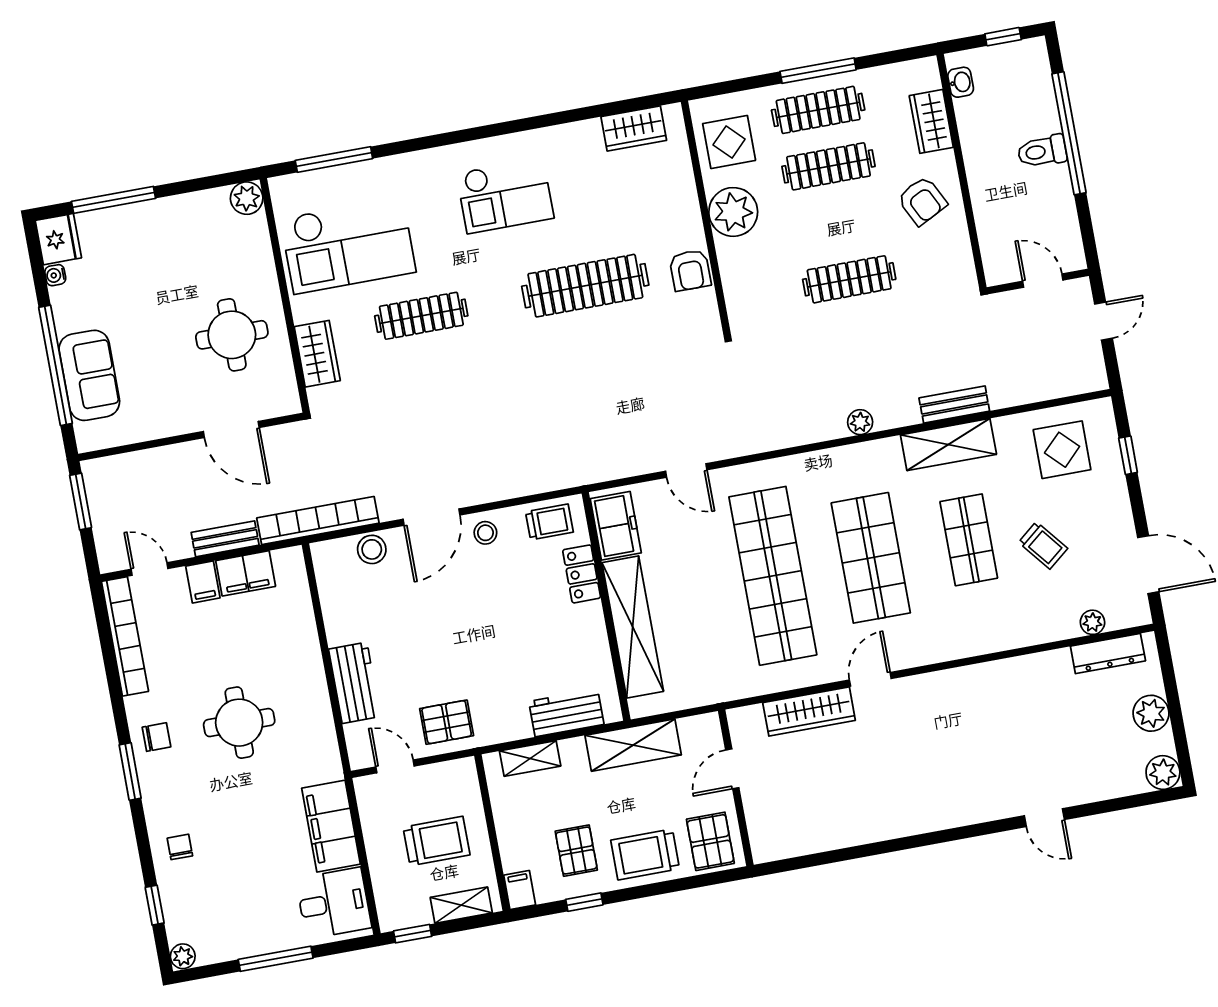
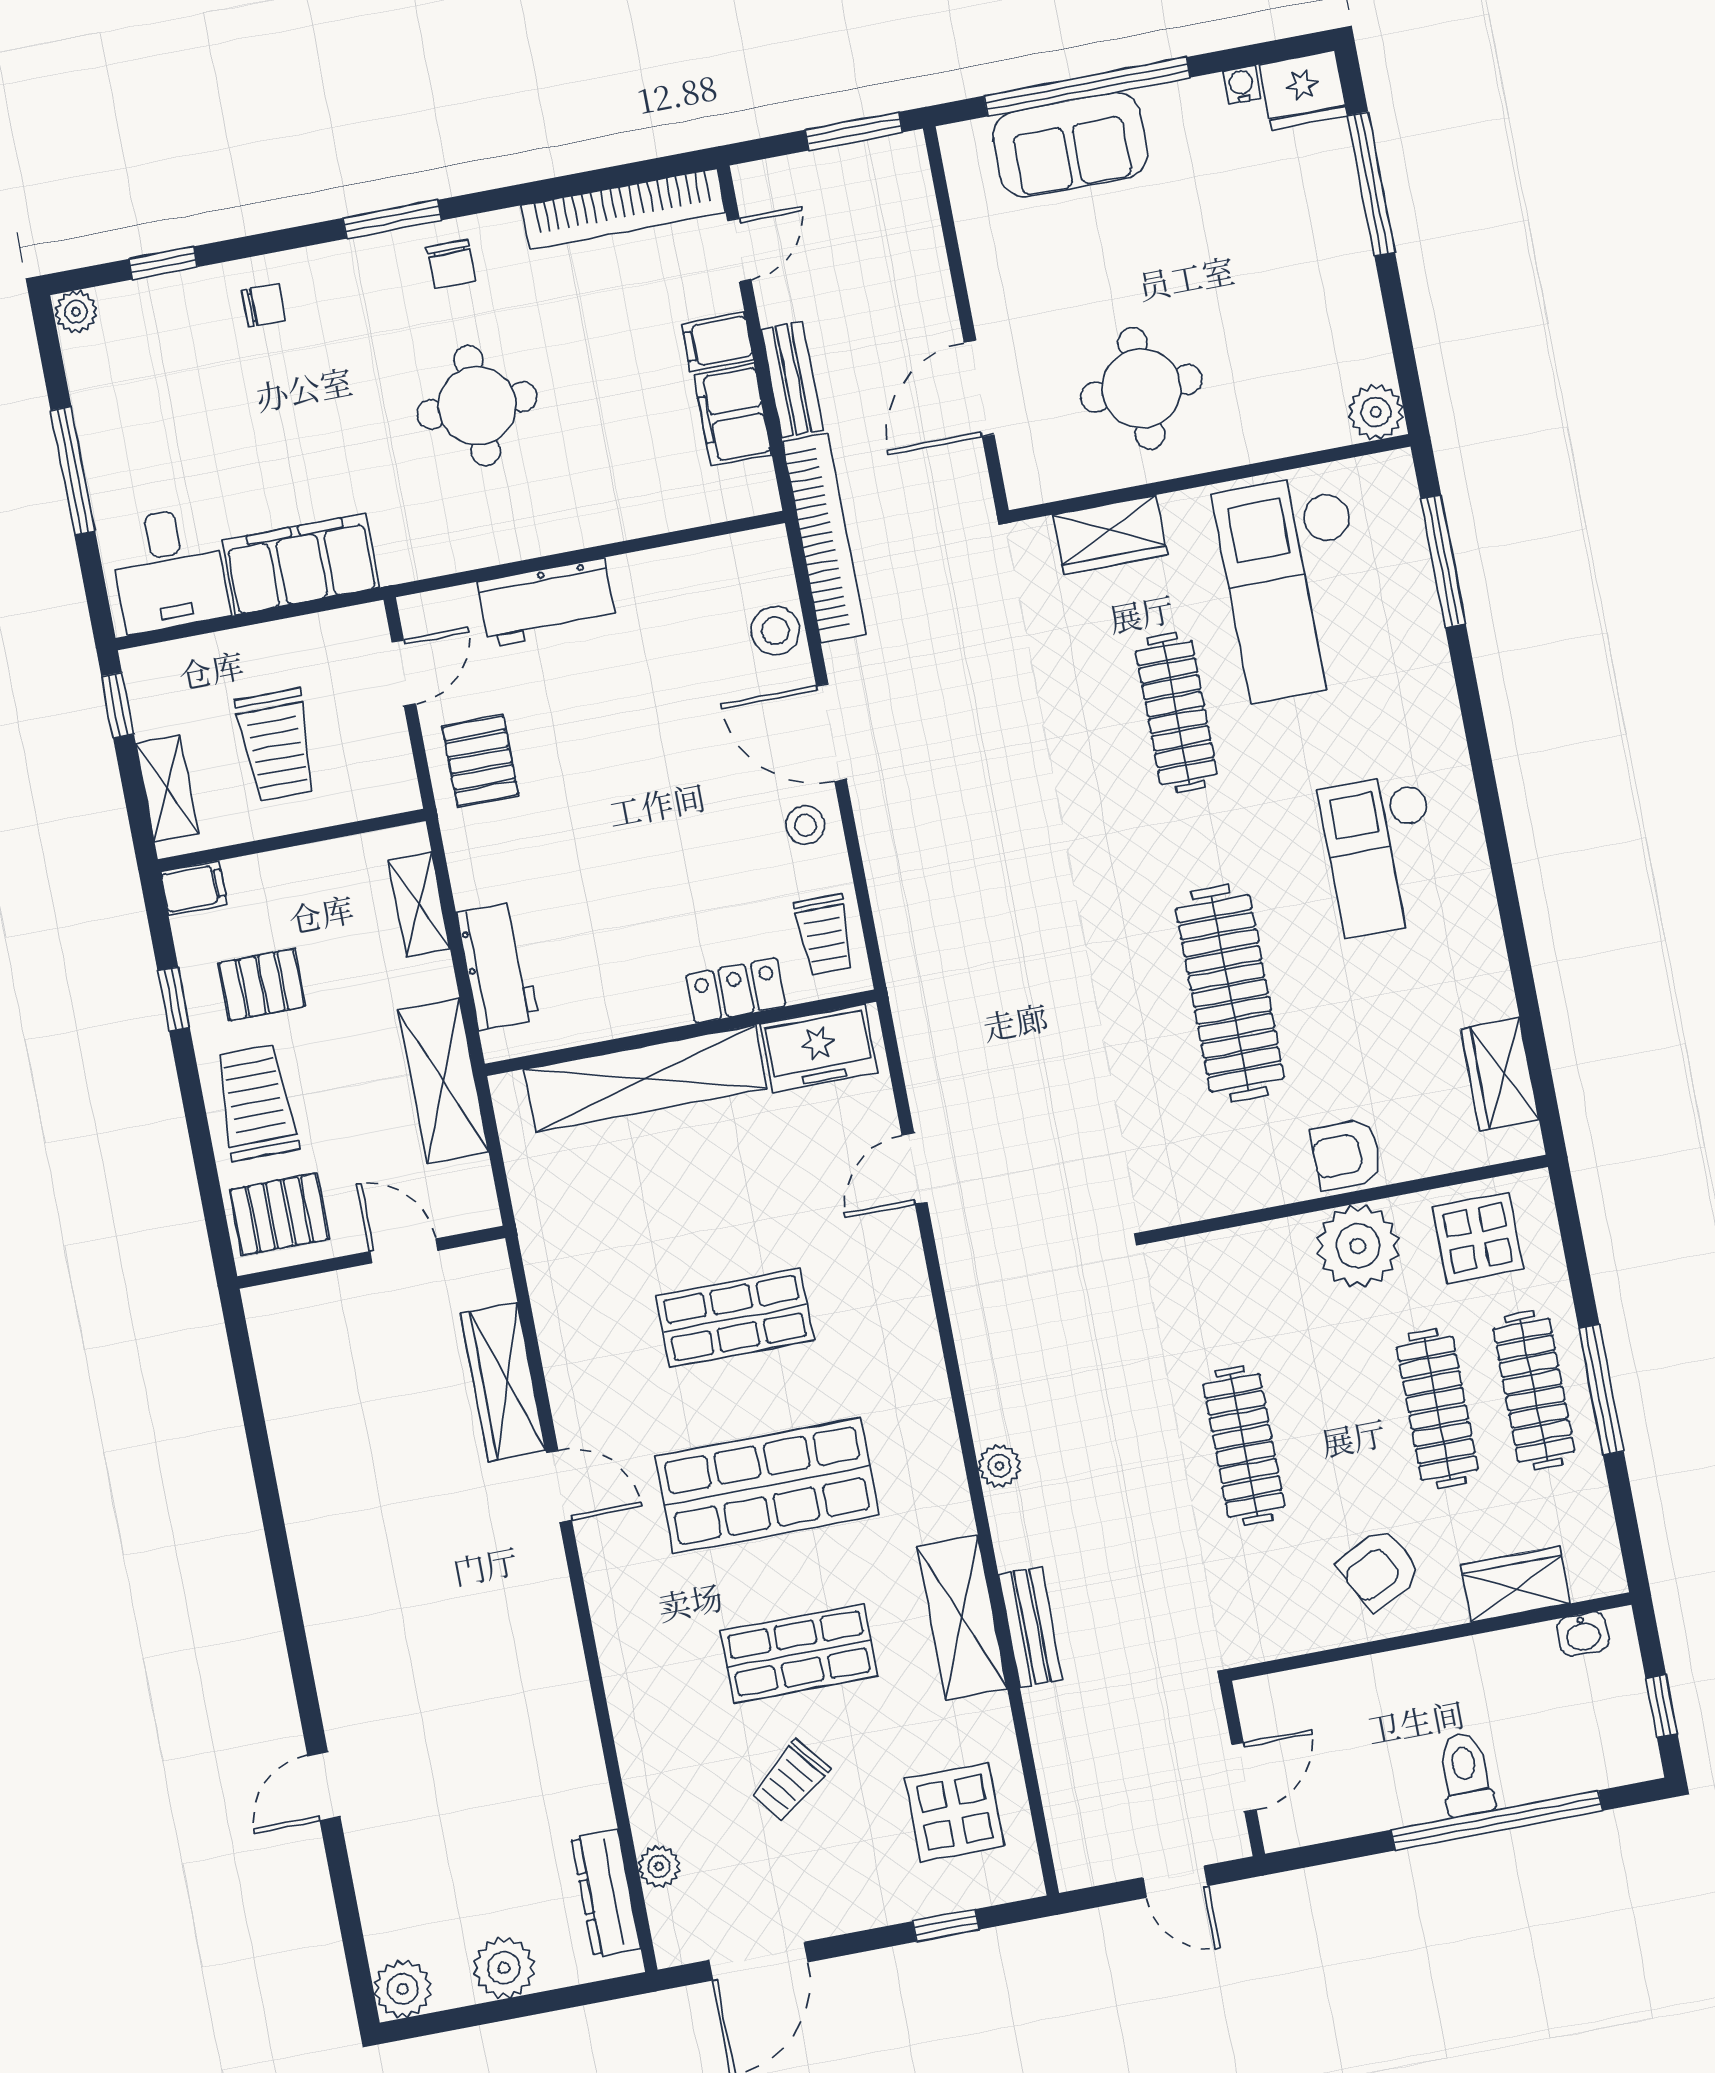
armchair: (690, 270) -> (1346, 1155), moved
shop shelf: (773, 576) -> (735, 1318), width x0.50, depth x0.74

